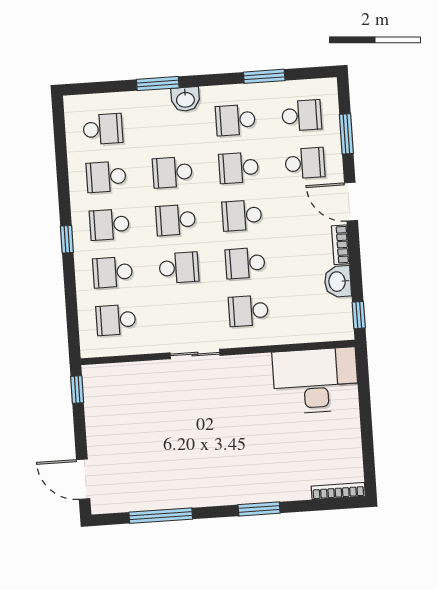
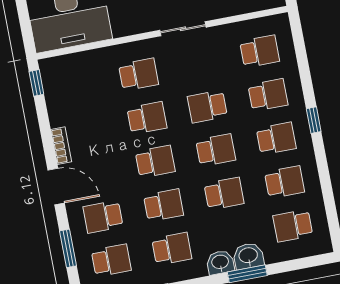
school desk: (302, 116) -> (111, 260), turned 180
washbasin: (338, 282) -> (248, 256), moved, turned -90

